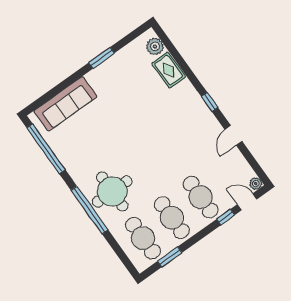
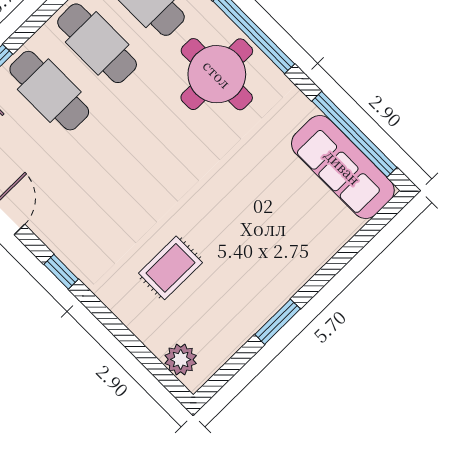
rug: (169, 70) -> (170, 268), moved, turned 90
sofa: (65, 104) -> (343, 167), moved, turned -90

